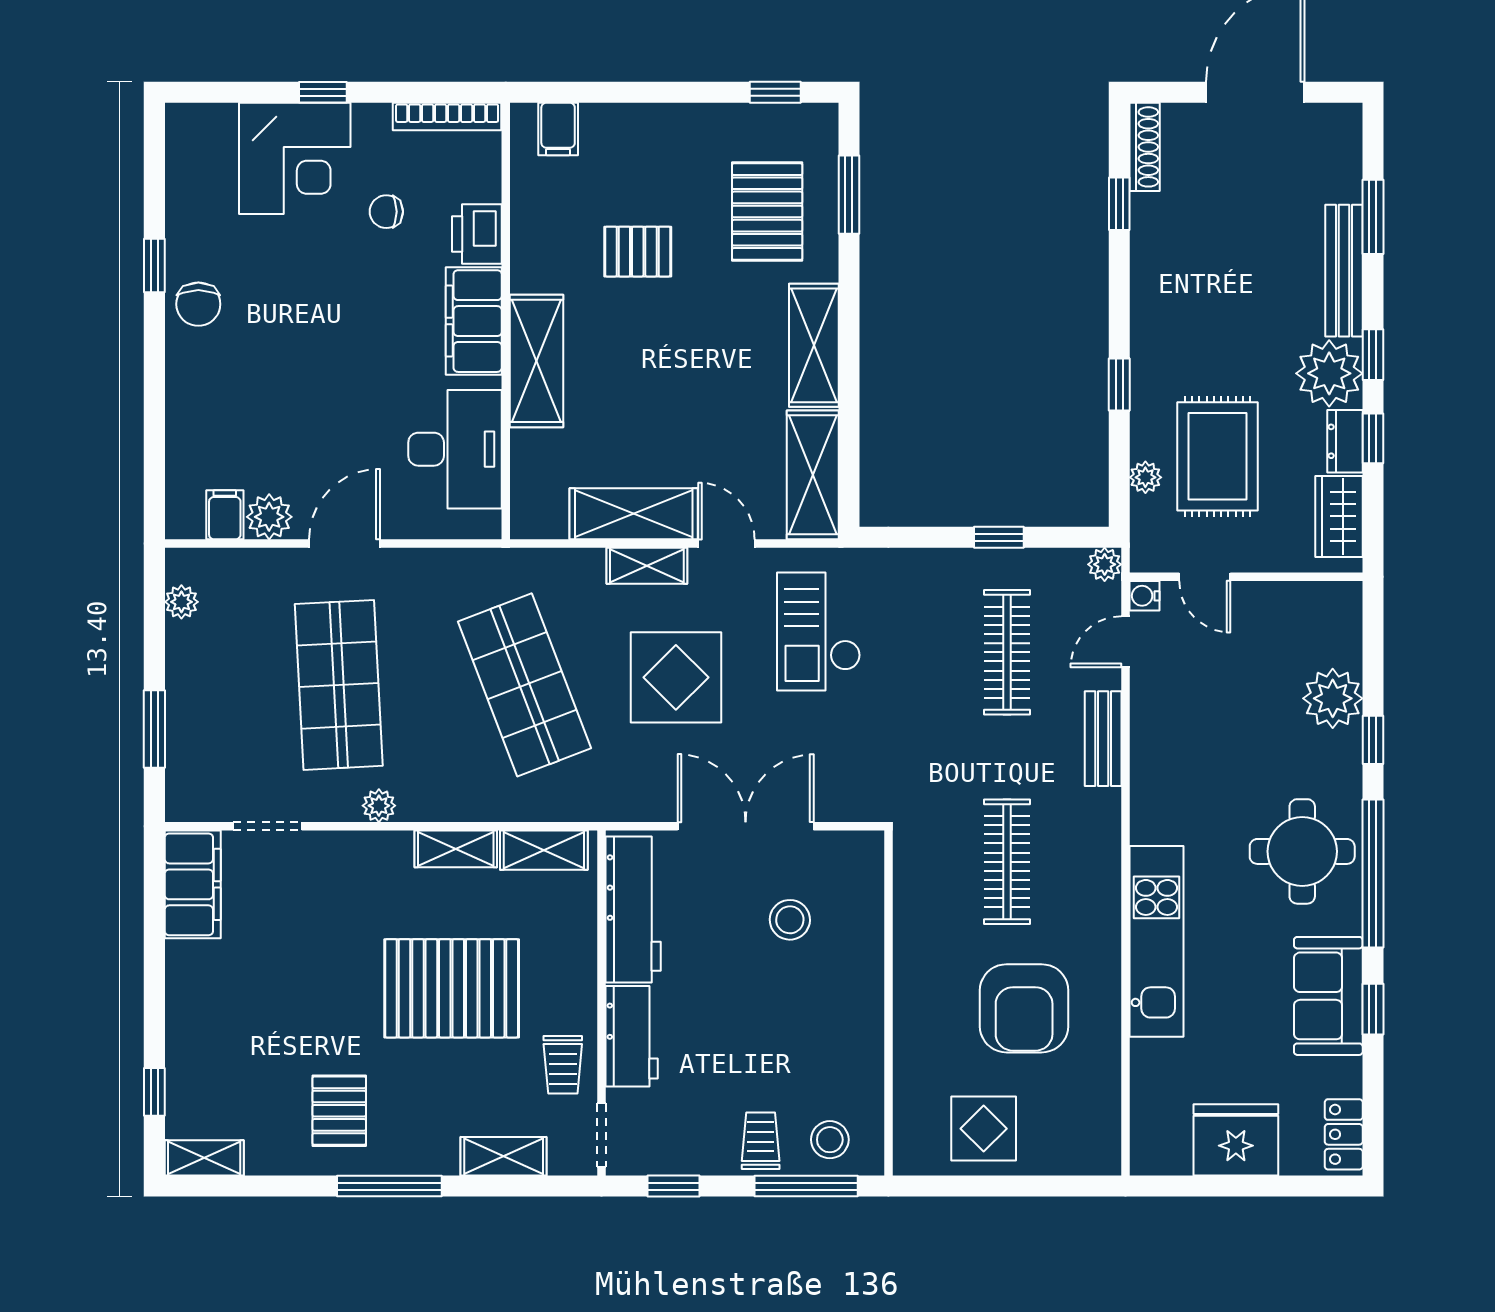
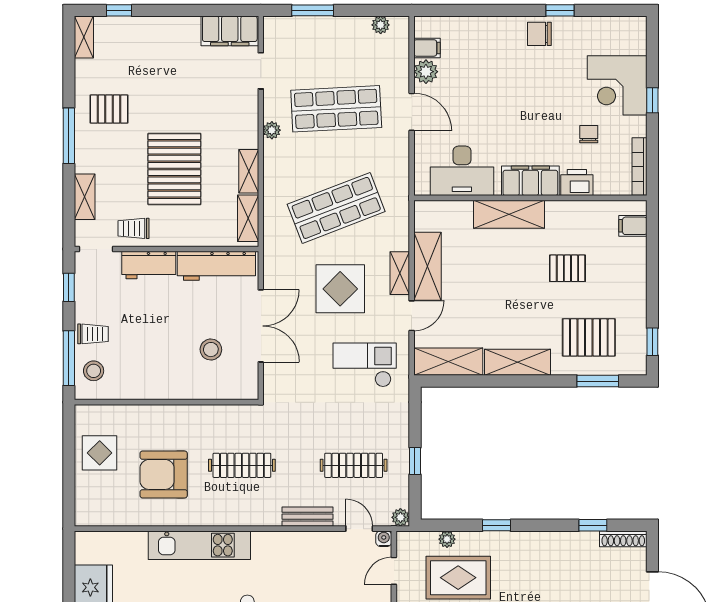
pallet: (638, 252) -> (567, 268), turned 90

